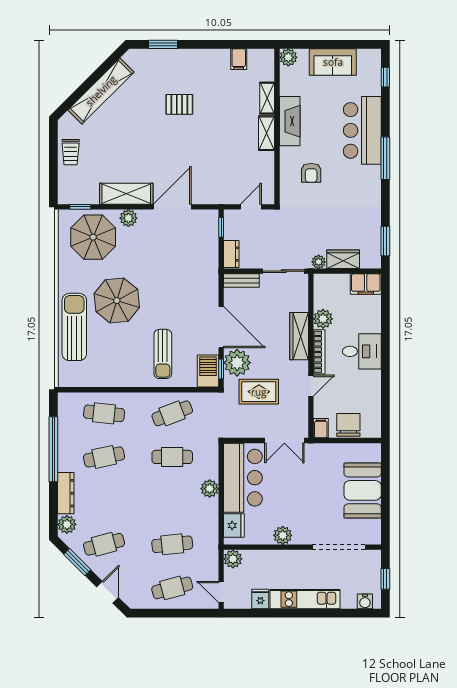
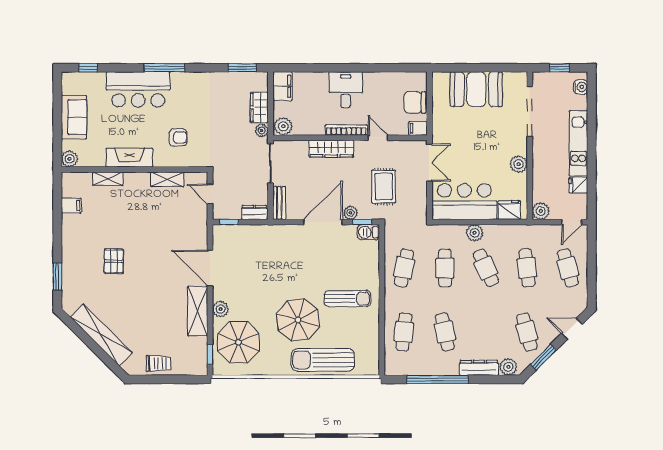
shelving: (267, 133) -> (167, 179), moved
plant: (323, 319) -> (283, 126), moved
sun lounger: (163, 354) -> (348, 299), moved
plant: (237, 363) -> (350, 213), width x0.53, depth x0.53
barbecue: (208, 371) -> (368, 232), width x0.73, depth x0.79
cafe table: (172, 413) -> (404, 268), turned 33
cafe table: (172, 501) -> (486, 268), added

